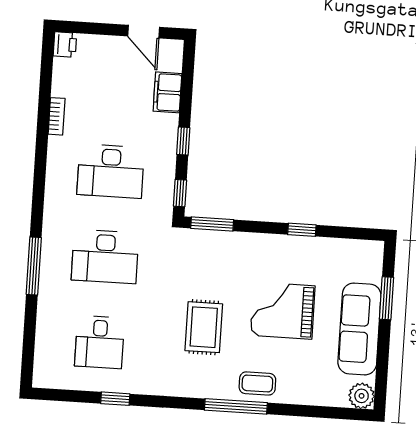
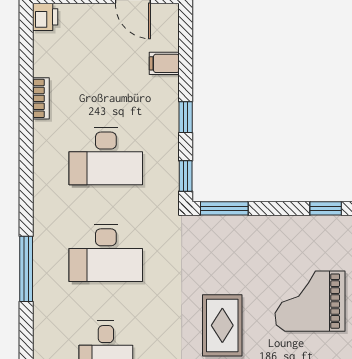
filing cabinet: (167, 92) -> (164, 63), width x0.50

